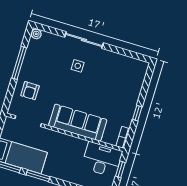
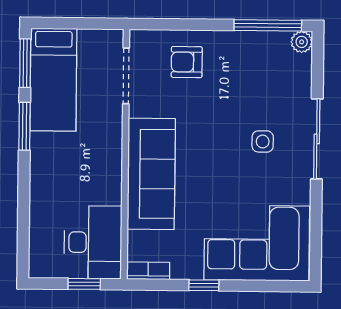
window: (19, 63) -> (268, 25), moved
corner sofa: (125, 82) -> (257, 243), added

